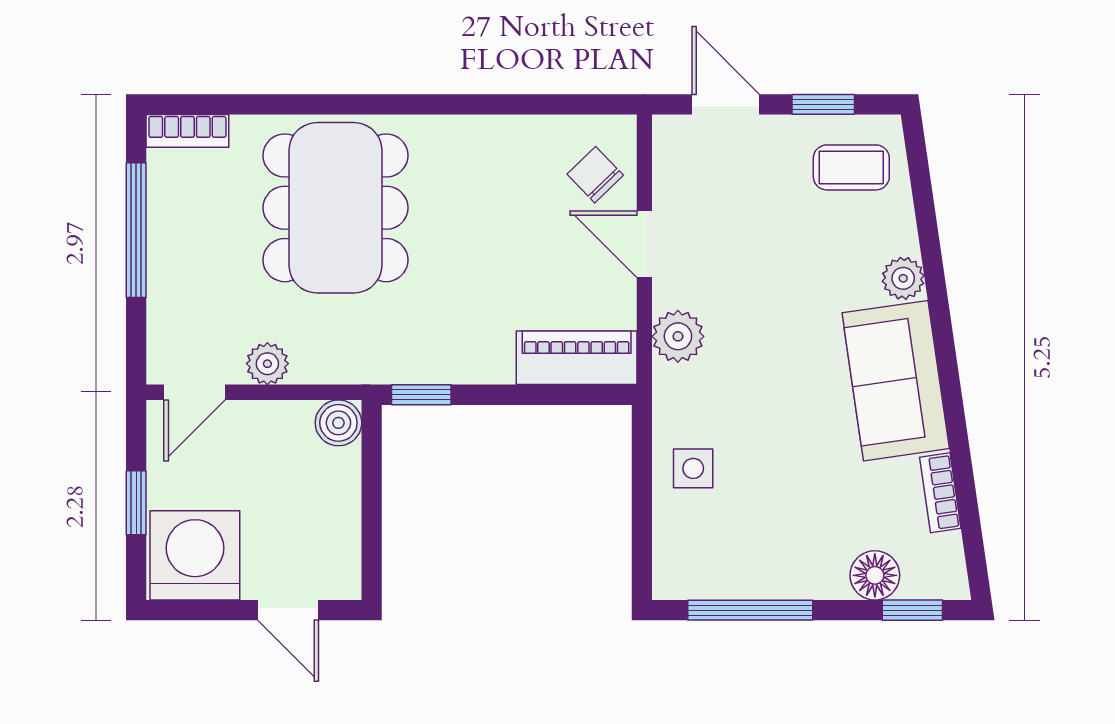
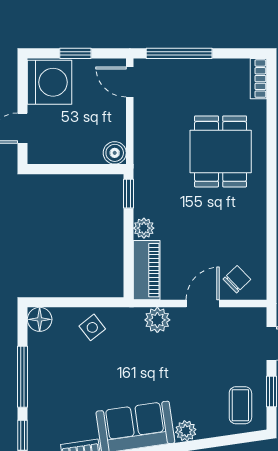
dining table: (335, 208) -> (221, 151), width x0.73
window: (136, 230) -> (179, 53), moved
plant: (267, 364) -> (144, 228), moved
side table: (693, 468) -> (92, 327), turned -38
floor lamp: (875, 575) -> (40, 319), moved
window: (750, 610) -> (23, 377), moved

